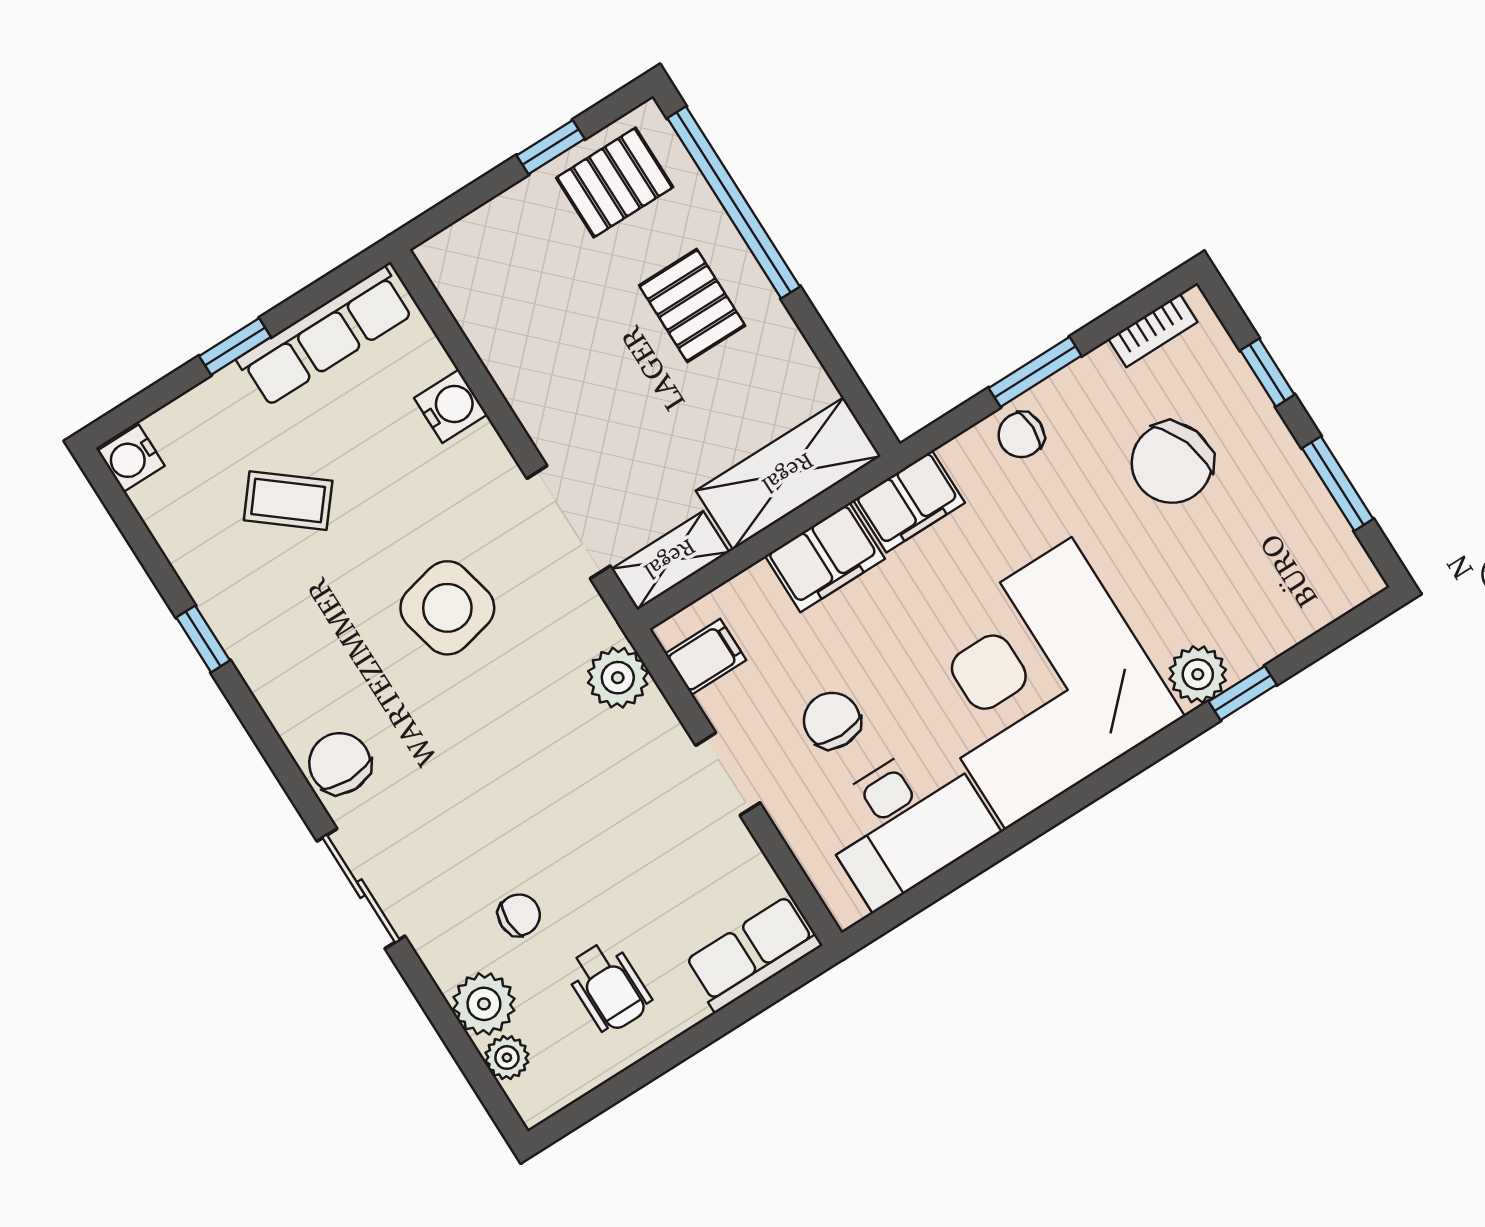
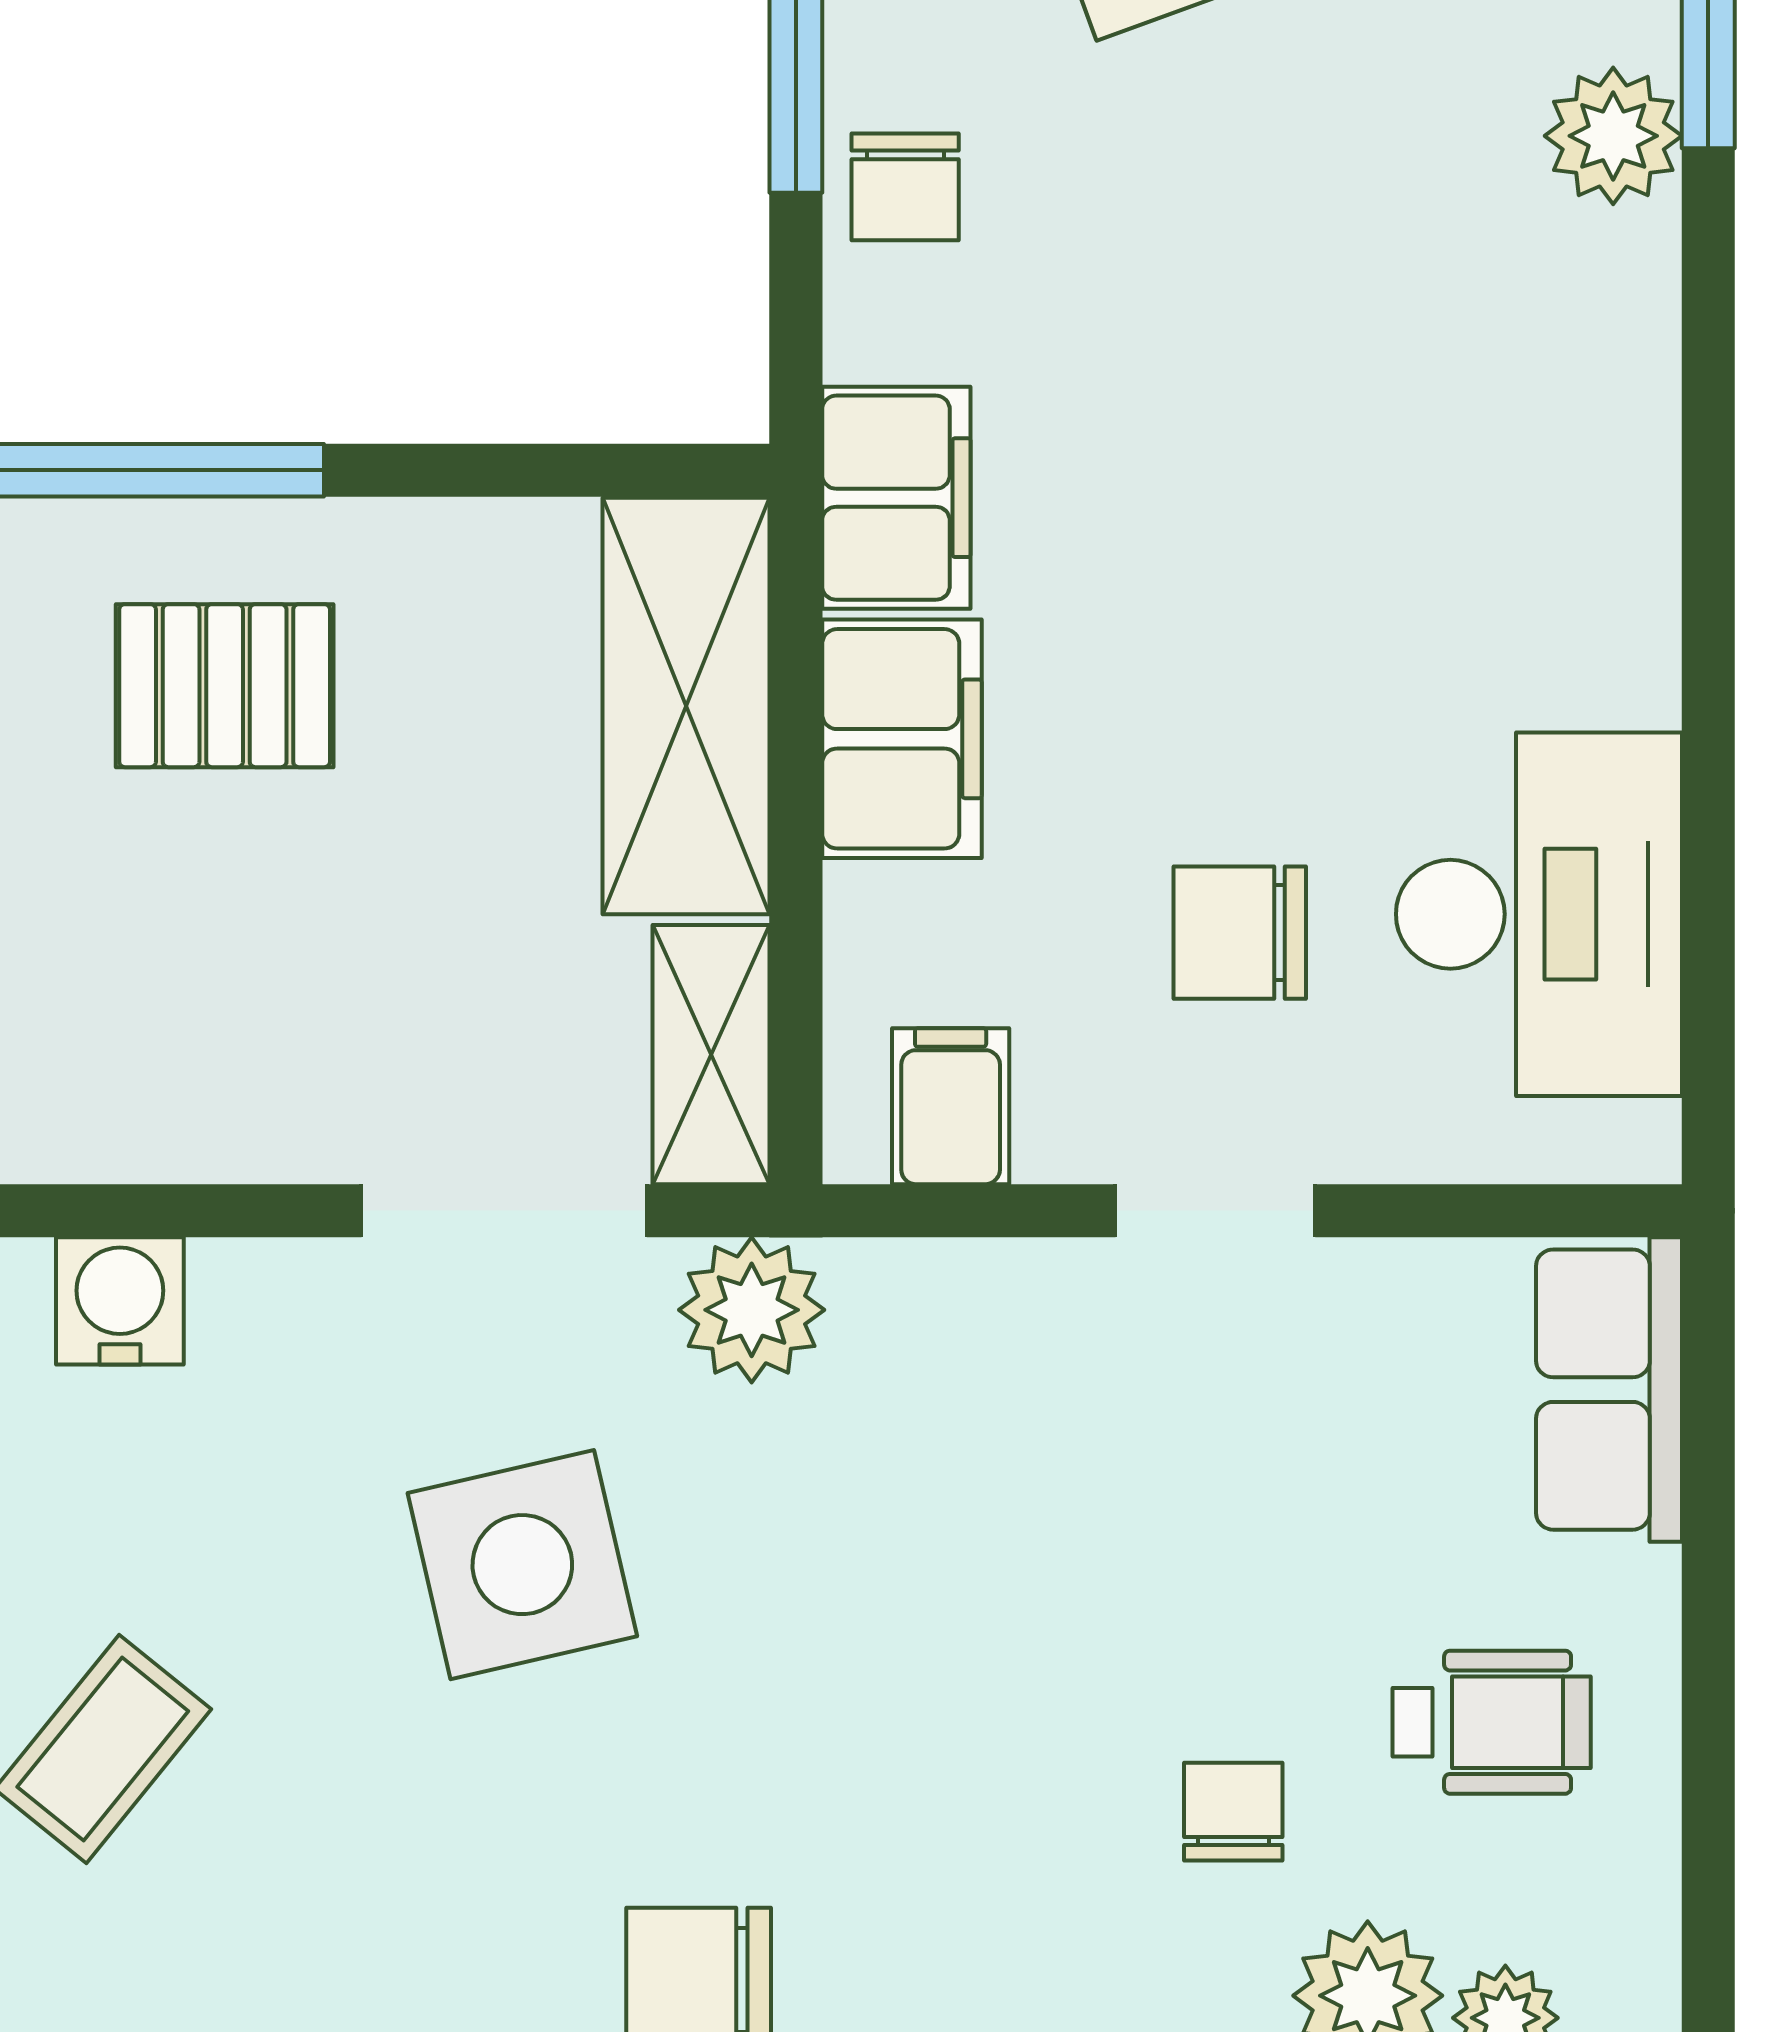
plant: (618, 678) -> (752, 1310), moved
corner desk: (1039, 683) -> (1428, 468), removed

